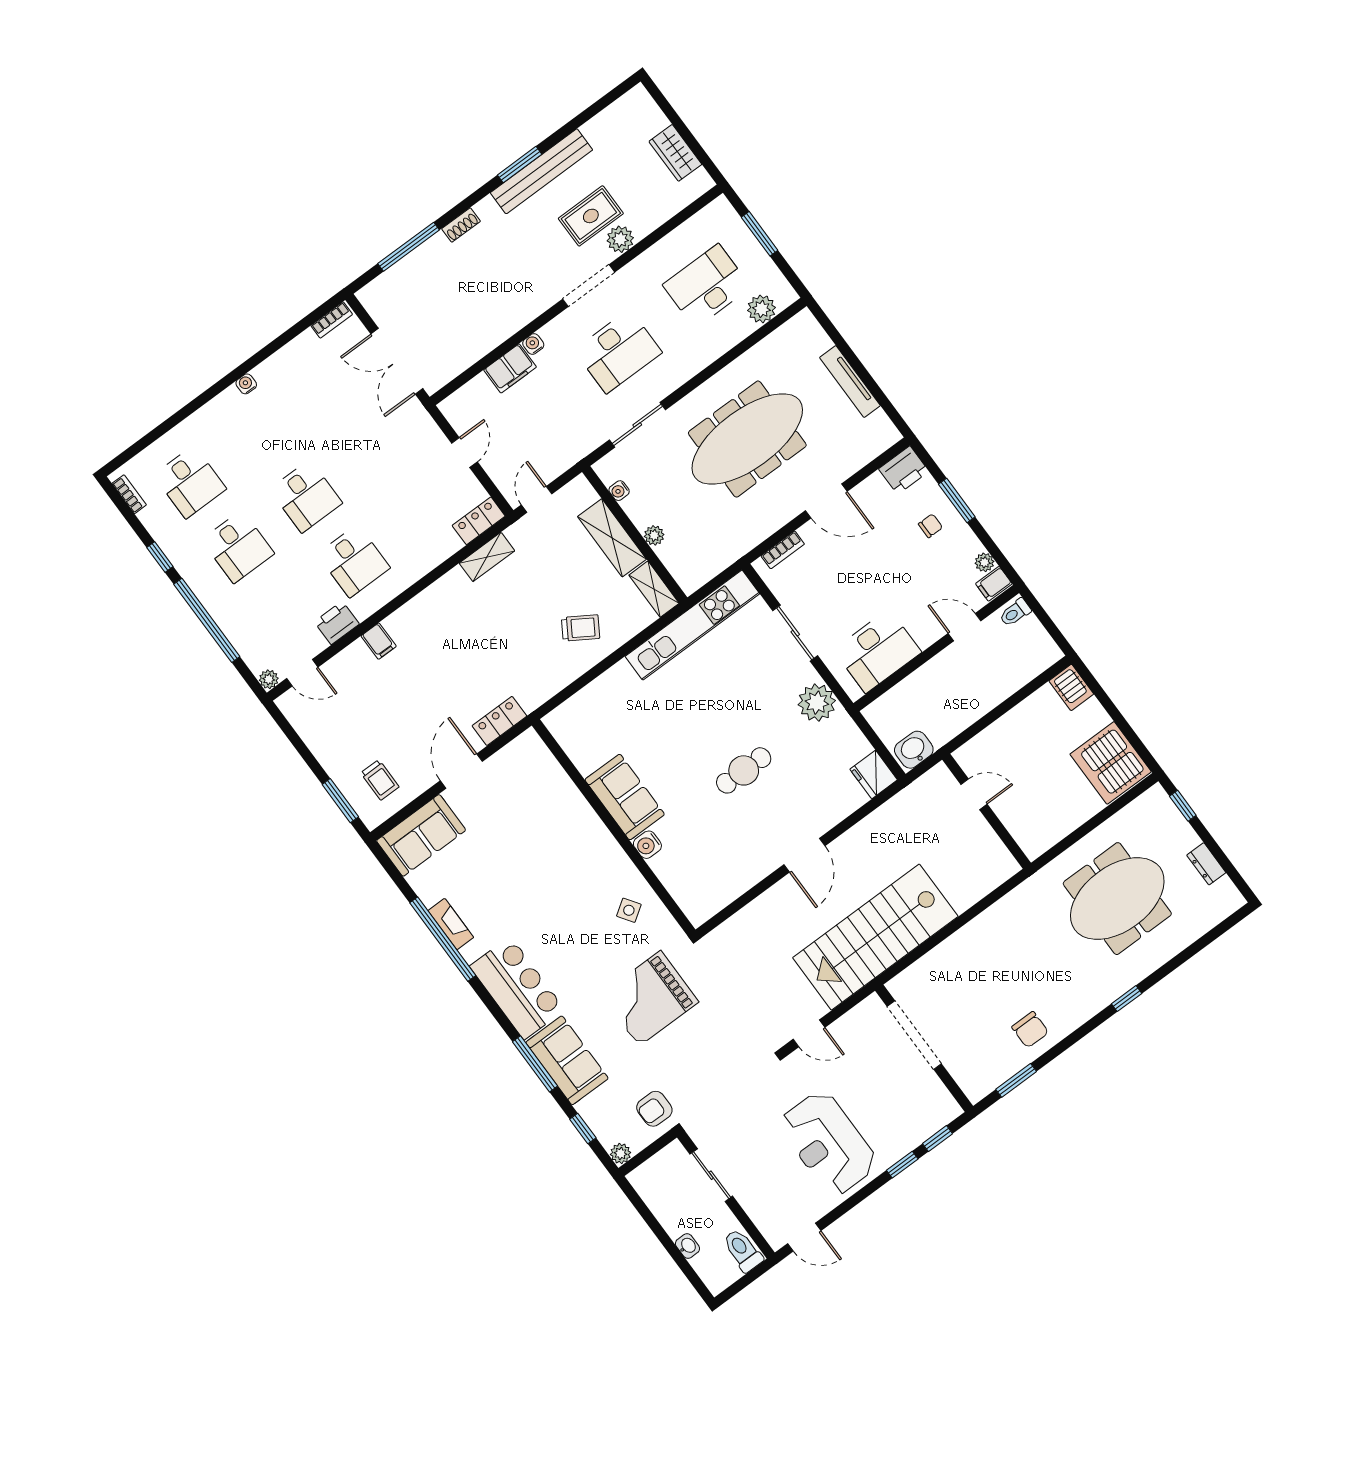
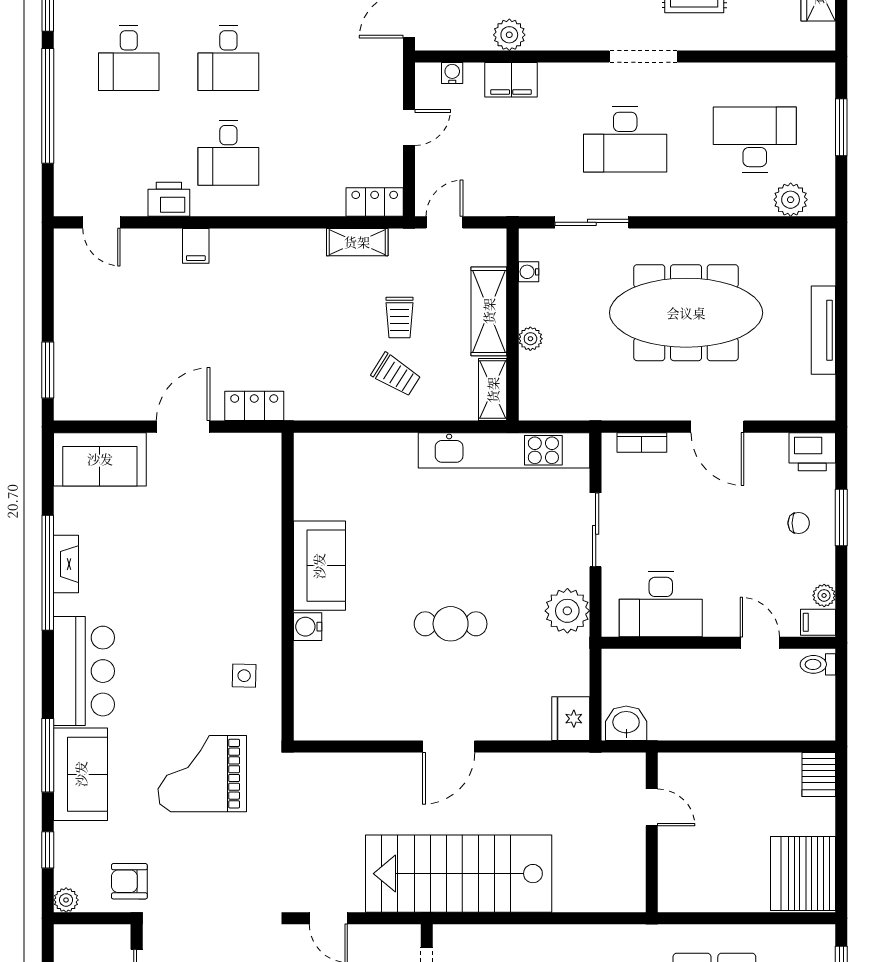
plant: (620, 239) -> (509, 35), moved
water cooler: (533, 344) -> (452, 73), moved
plant: (269, 679) -> (65, 205), removed
trolley: (380, 780) -> (400, 317), moved
side table: (629, 910) -> (244, 676), turned 35

